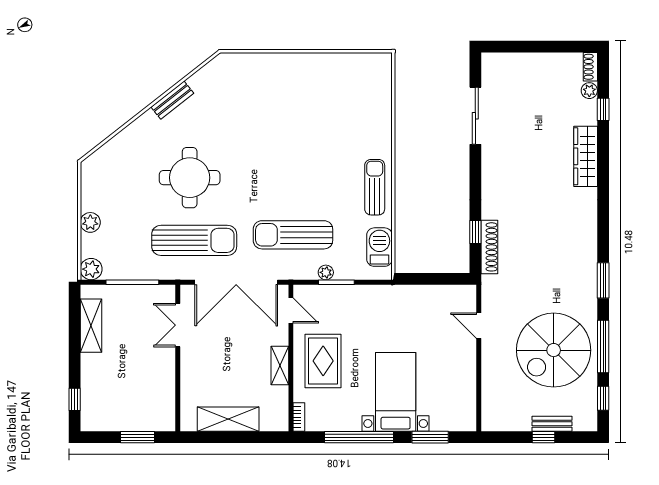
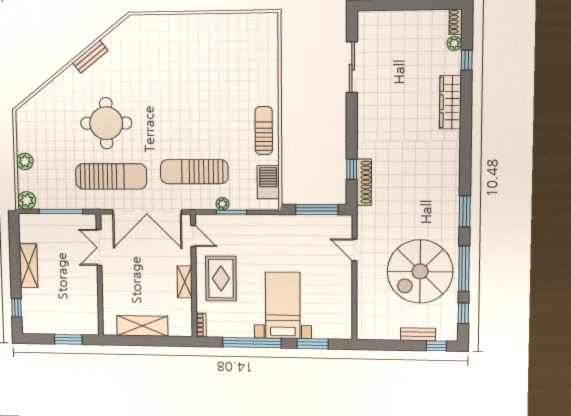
window: (436, 279) -> (317, 210), added
shelving: (91, 326) -> (29, 266), moved
window: (543, 437) -> (436, 346), moved

